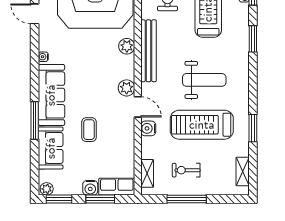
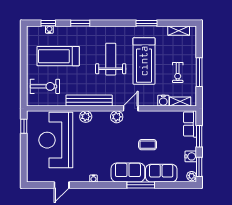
sofa: (51, 95) -> (128, 172), width x0.73
water cooler: (148, 128) -> (163, 101), moved
water cooler: (90, 188) -> (191, 156), moved

